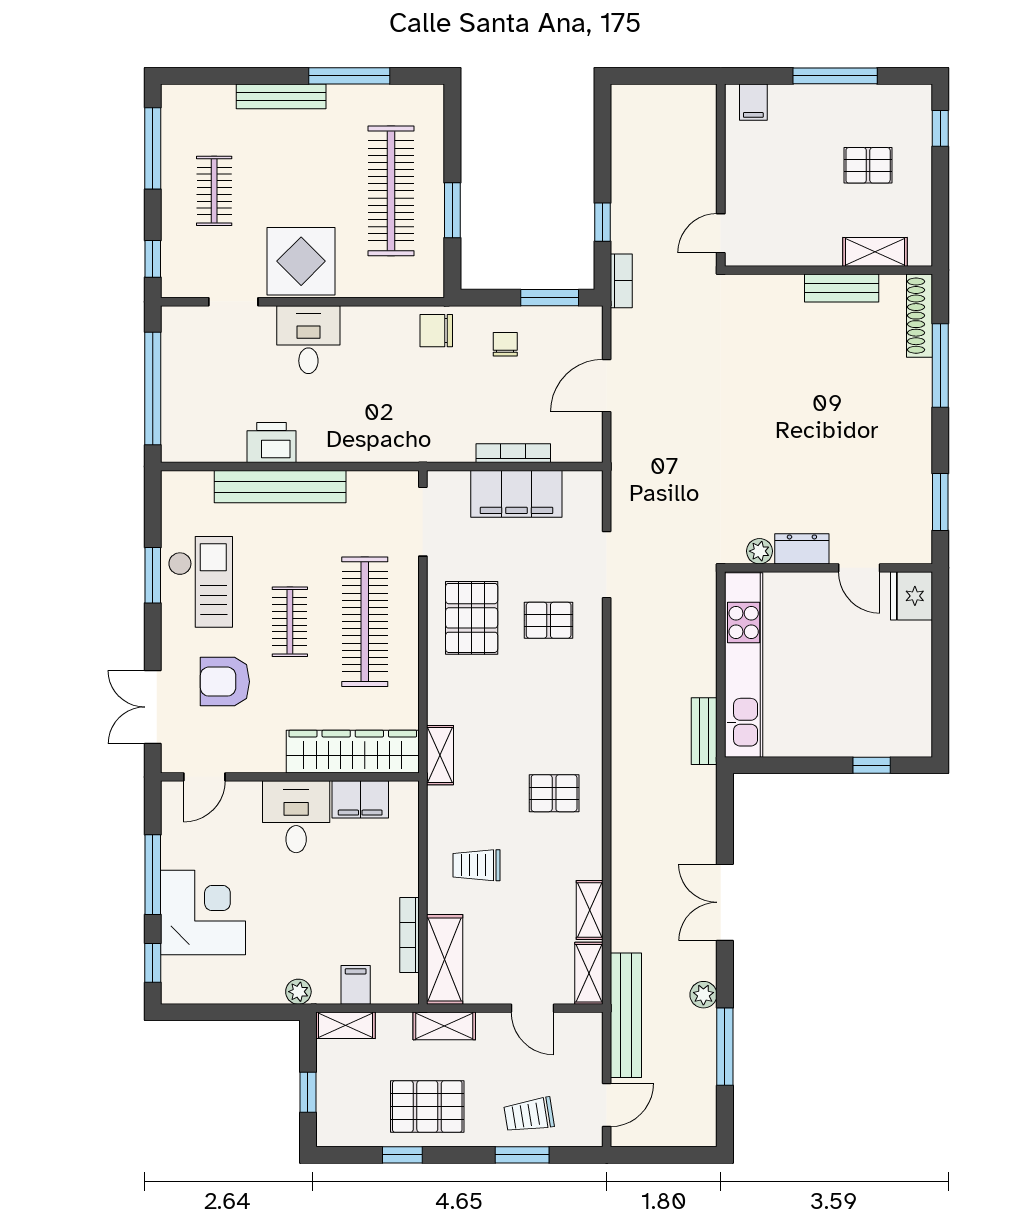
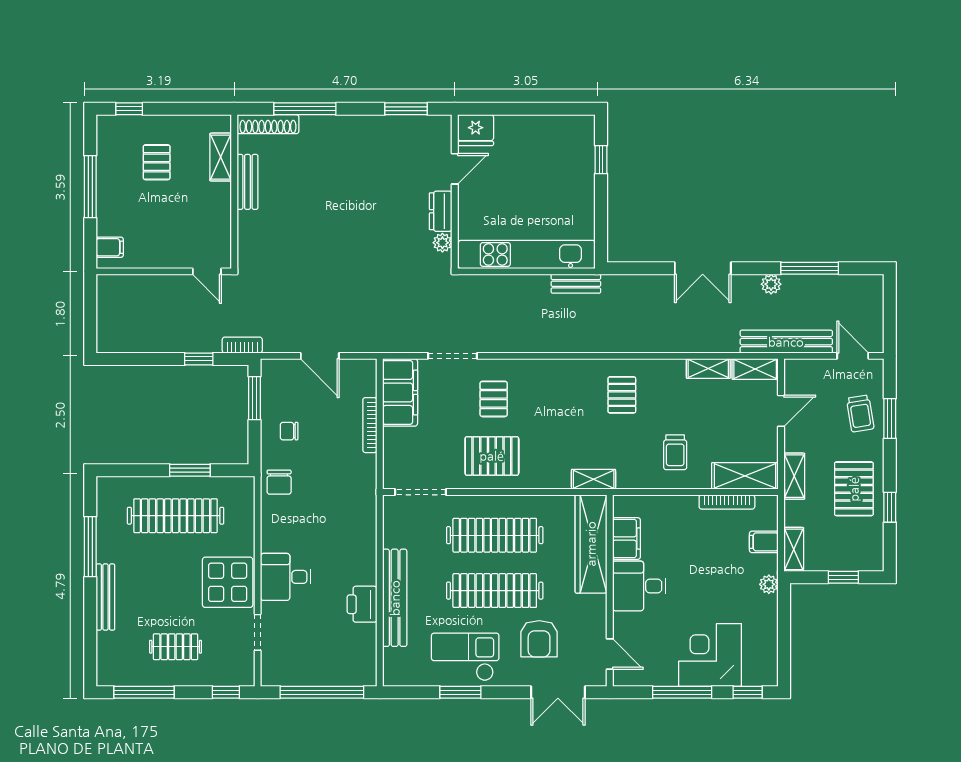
filing cabinet: (516, 494) -> (400, 392), moved
clothes rail: (290, 622) -> (495, 591), width x1.86, depth x1.31

